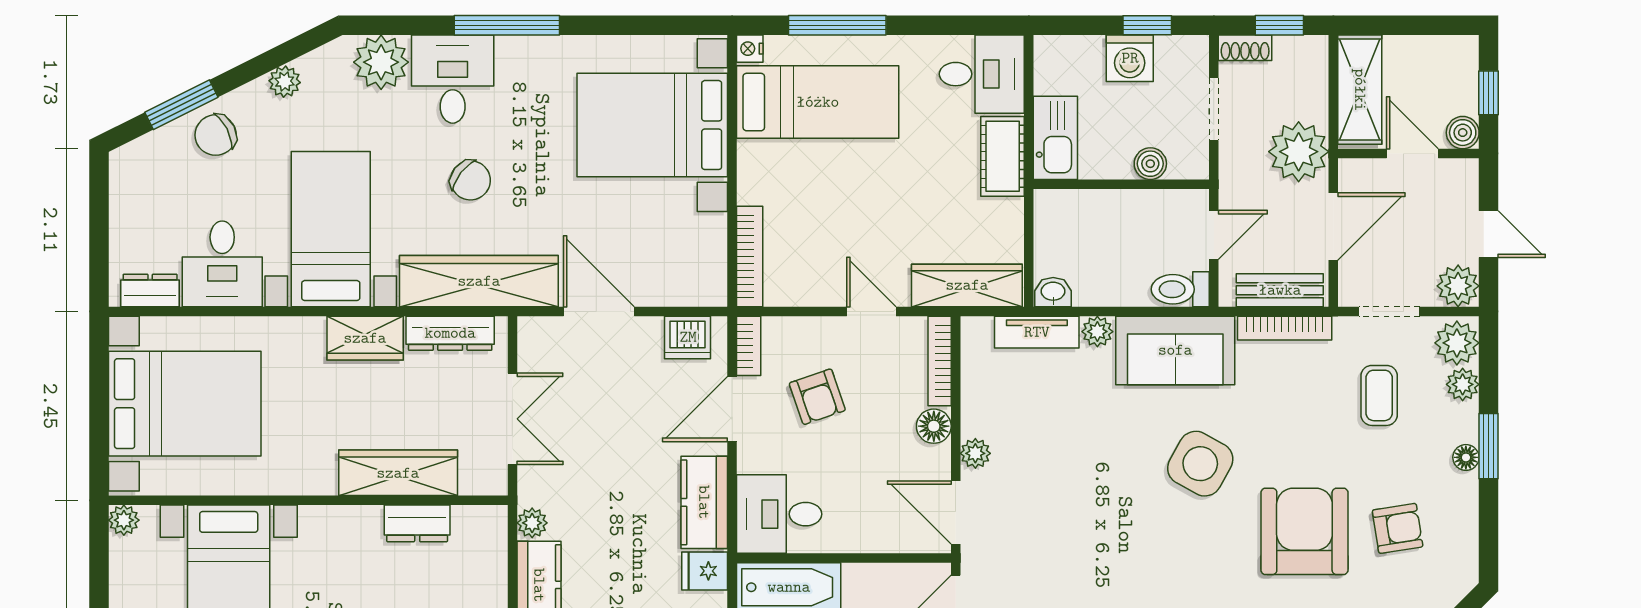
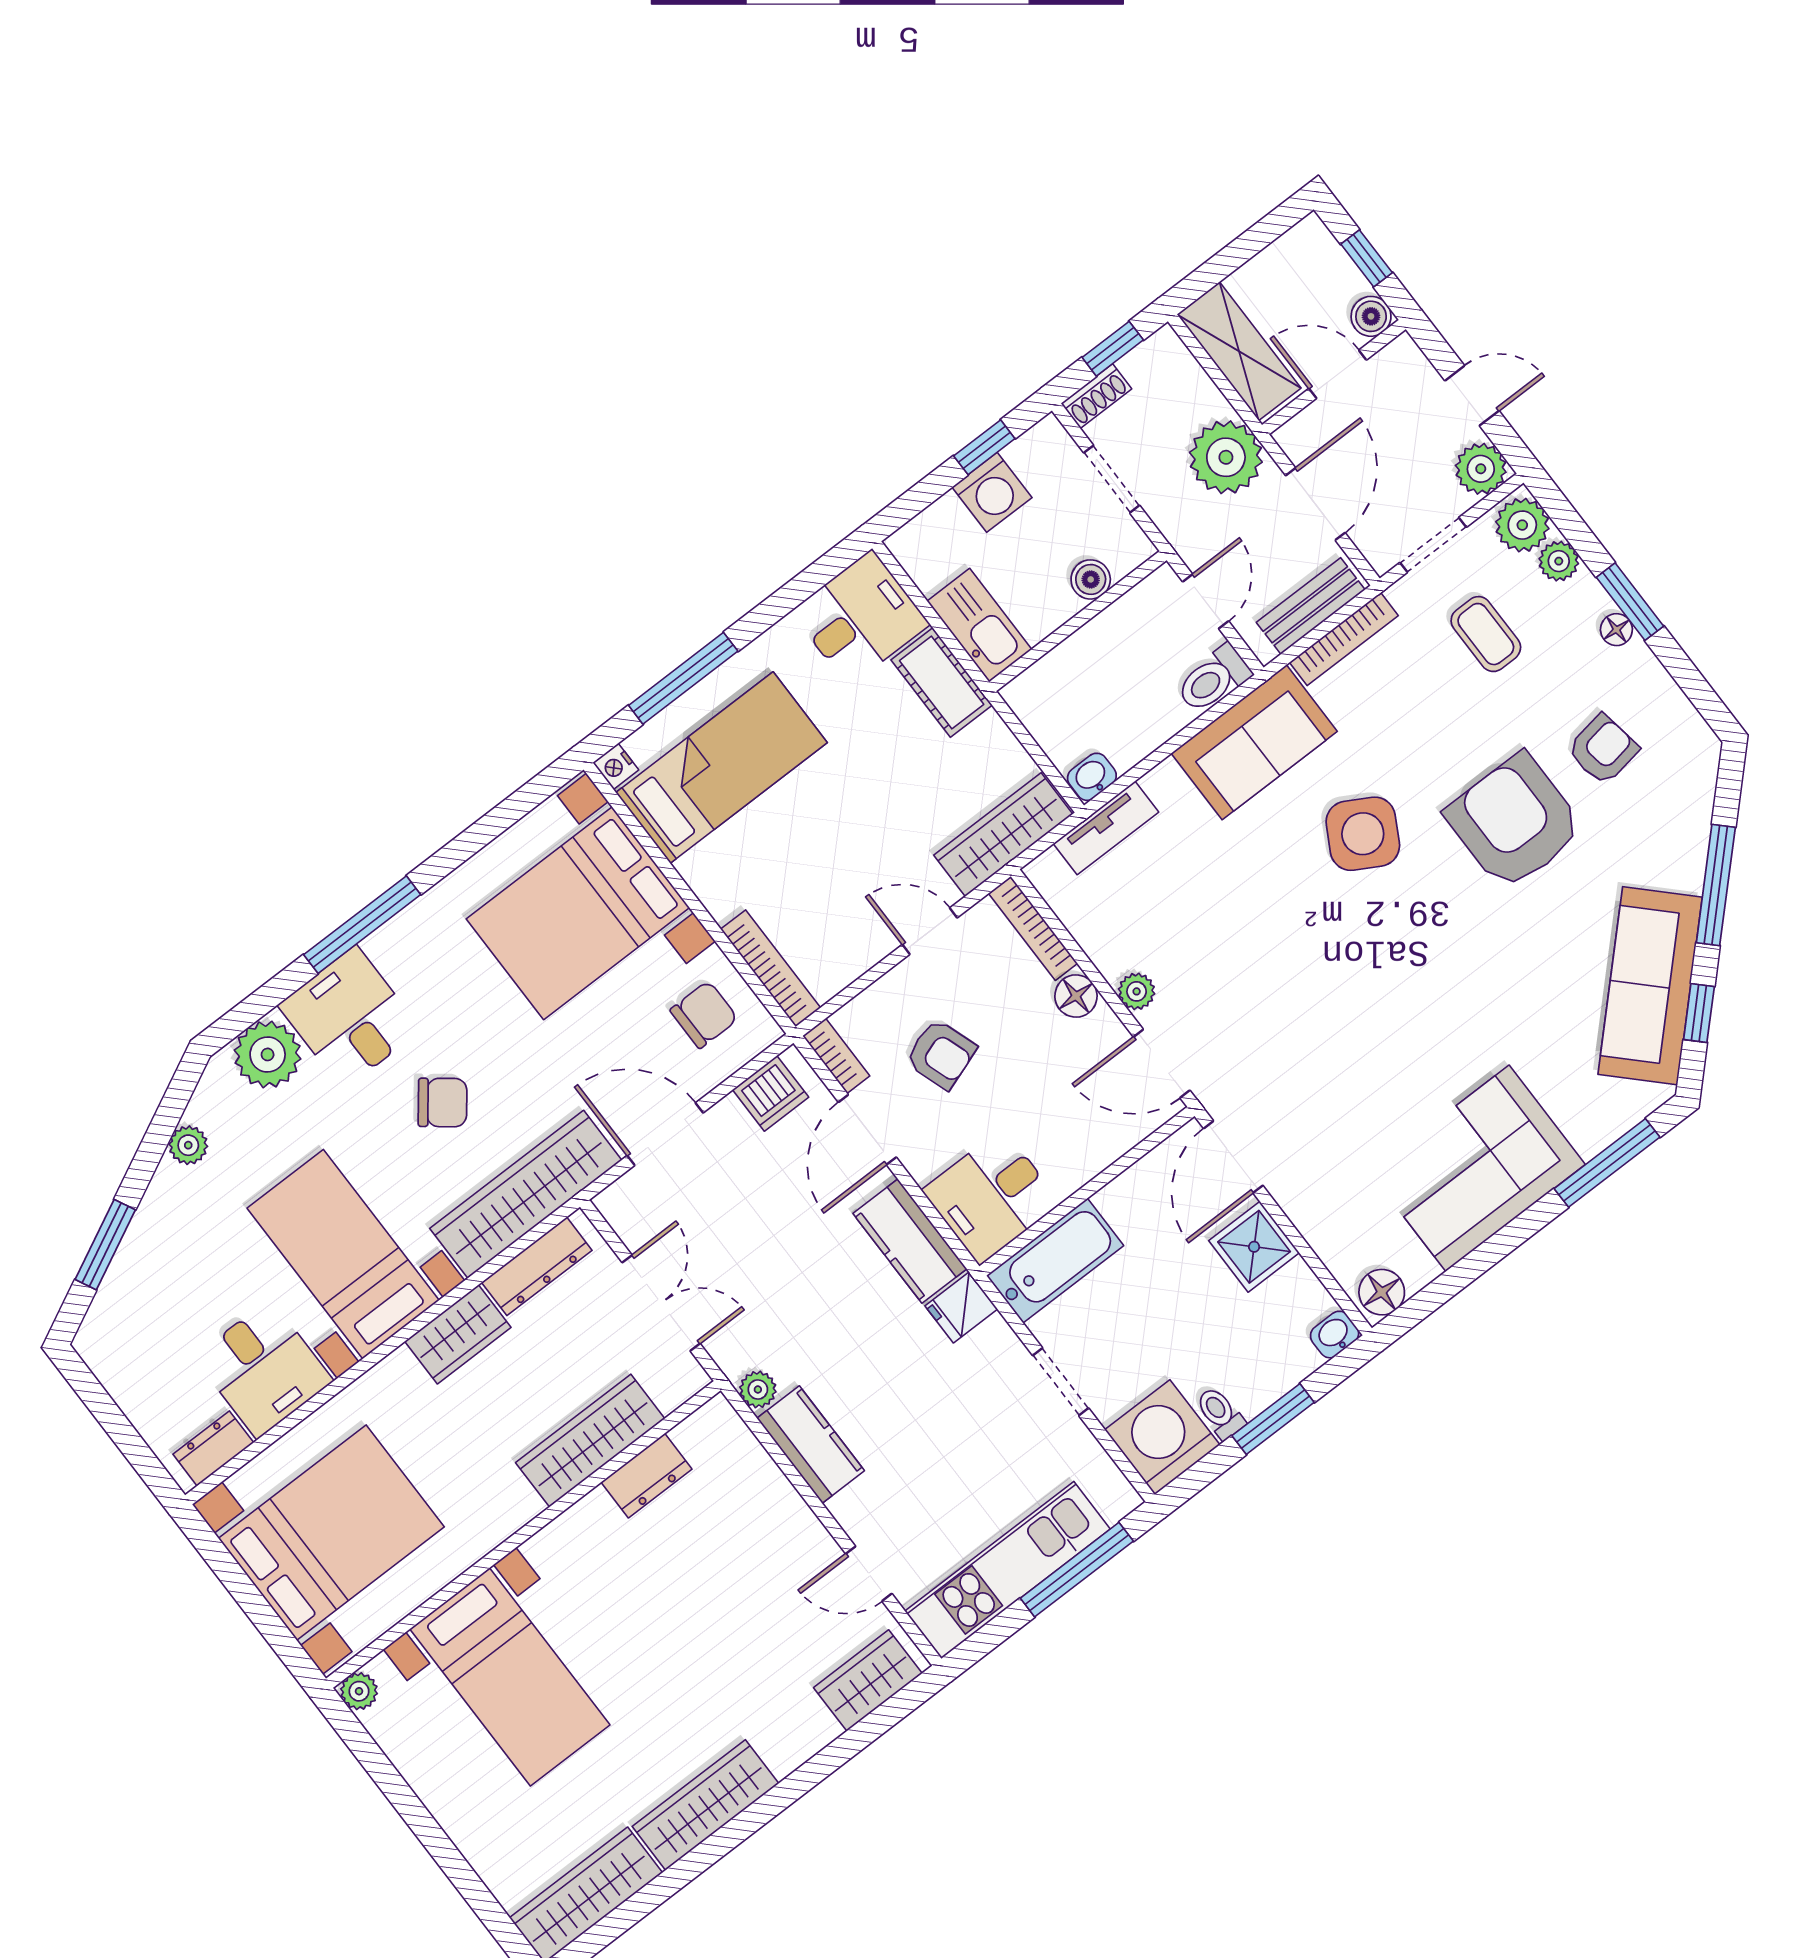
chair: (216, 135) -> (704, 1015), moved, turned -153
plant: (1097, 332) -> (1164, 782), removed

